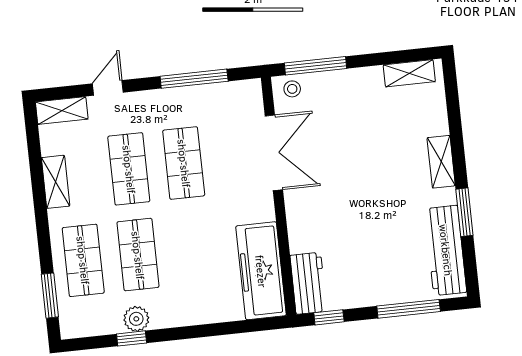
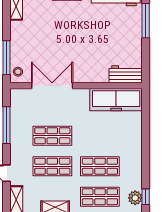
window: (329, 317) -> (146, 65), removed
plant: (136, 319) -> (135, 198), moved
window: (132, 338) -> (146, 197), moved

